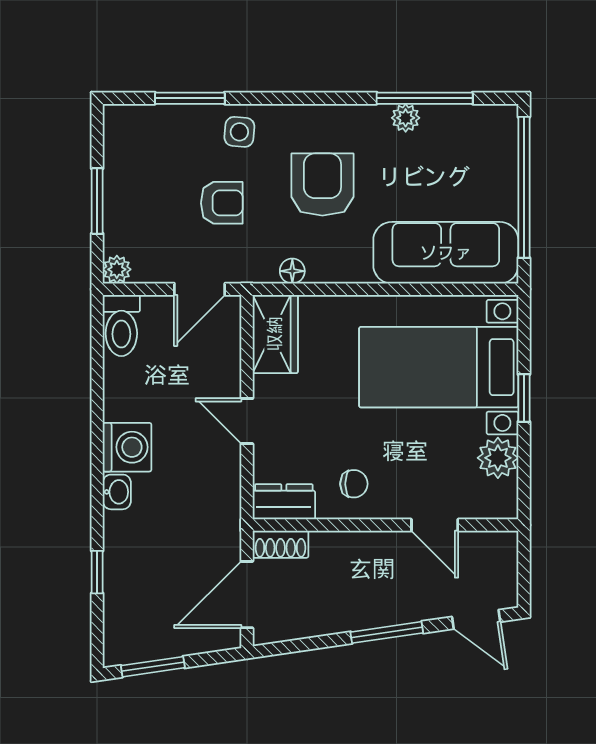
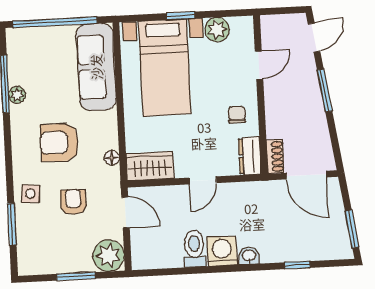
plant: (117, 269) -> (109, 256), width x1.87, depth x1.87
toilet: (121, 325) -> (194, 249), moved, turned -90

